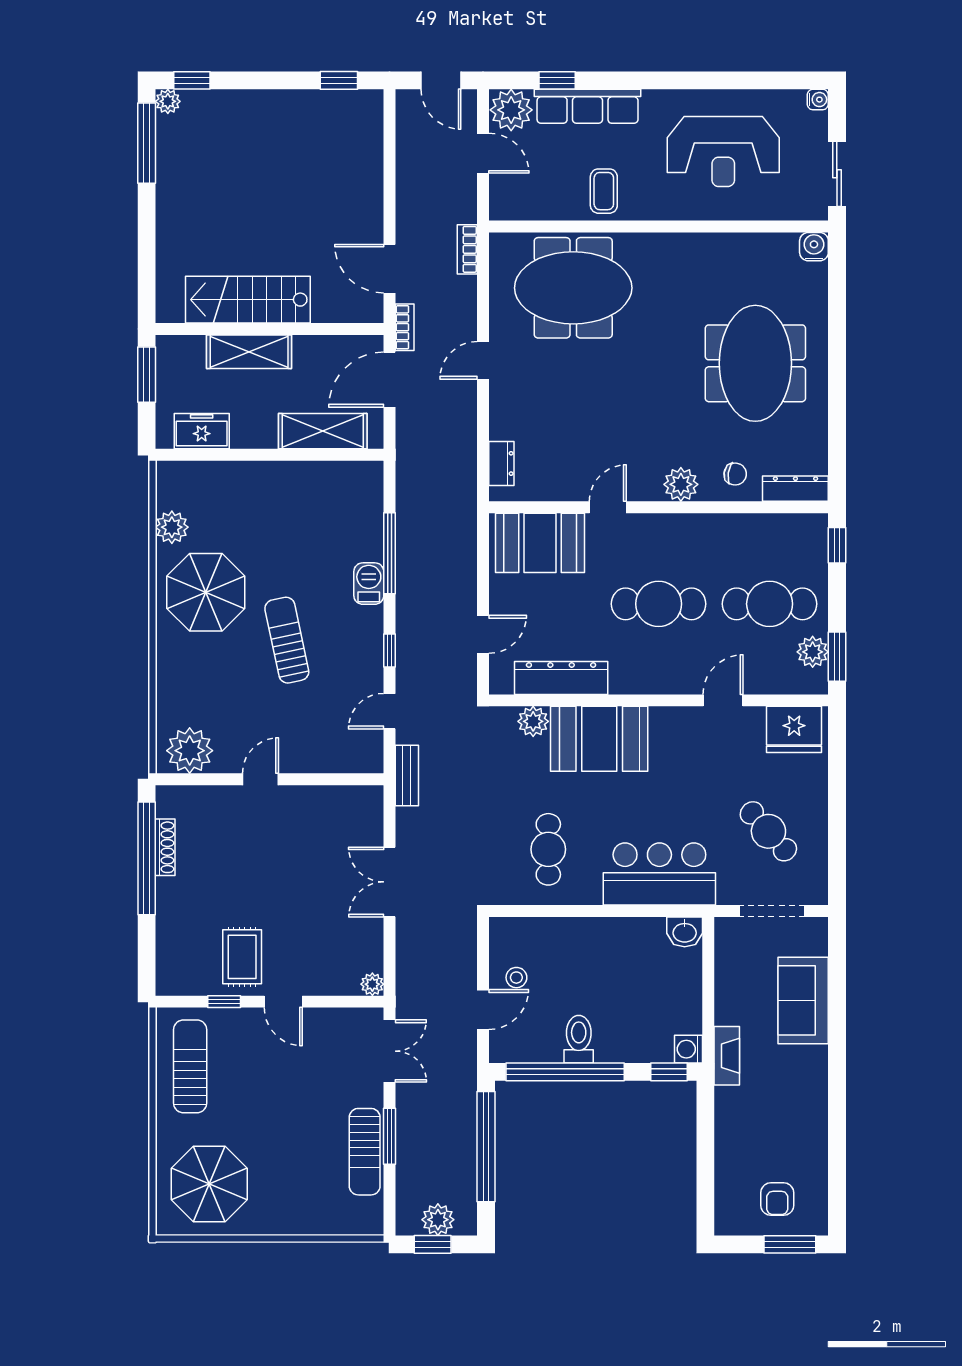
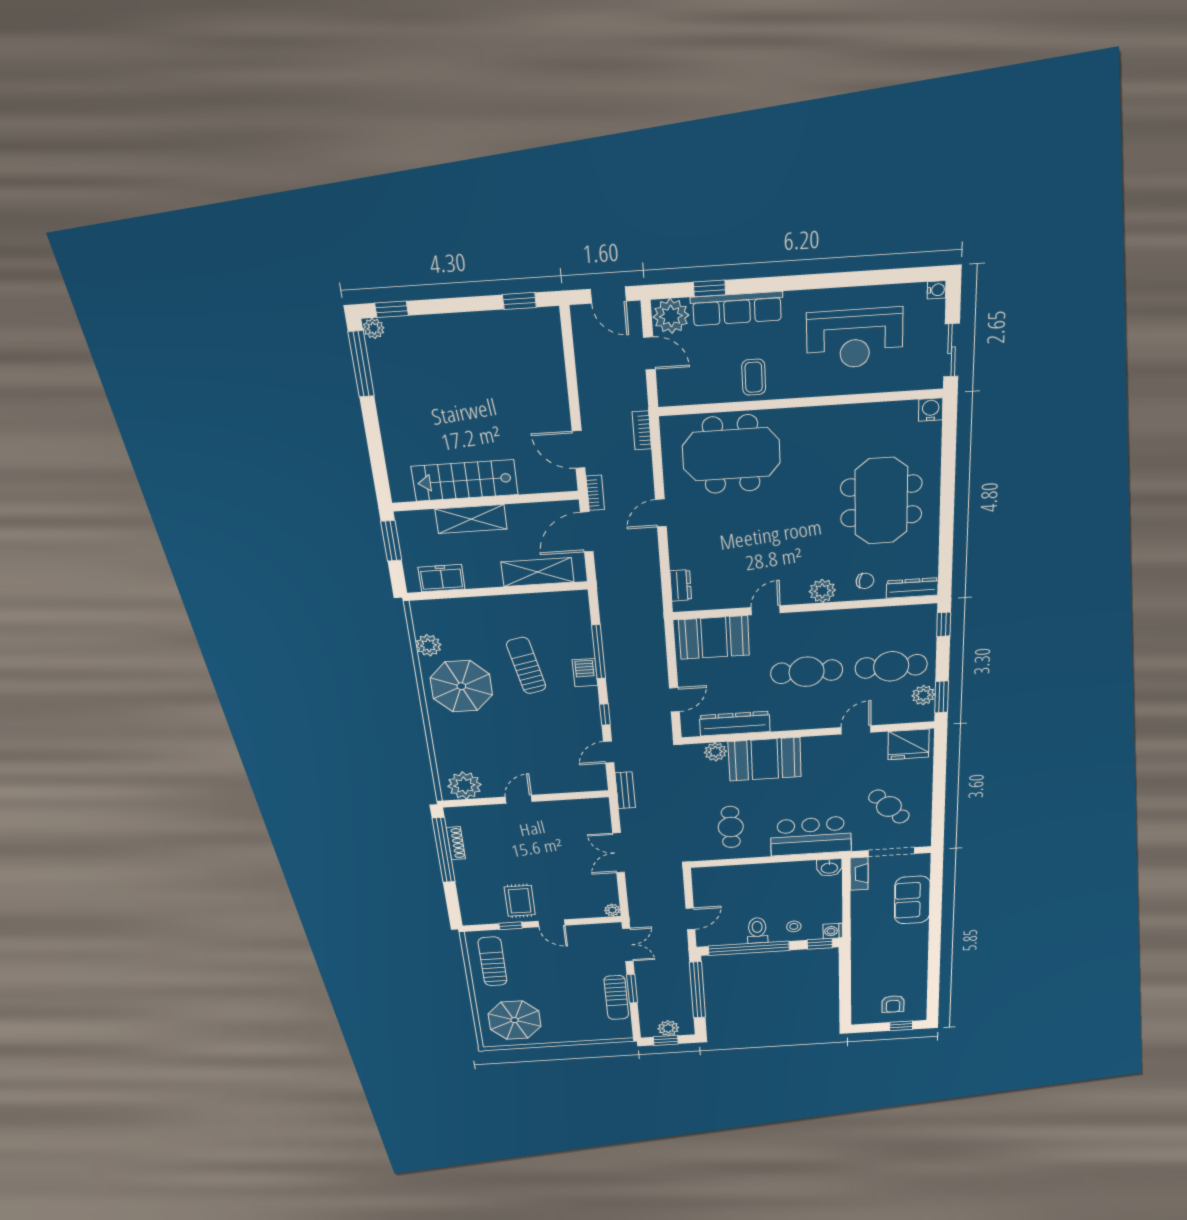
sun lounger: (287, 640) -> (526, 666), moved
stool: (516, 978) -> (794, 926), moved
fireplace: (727, 1056) -> (859, 874), moved
window: (790, 1244) -> (901, 1026), width x0.67

